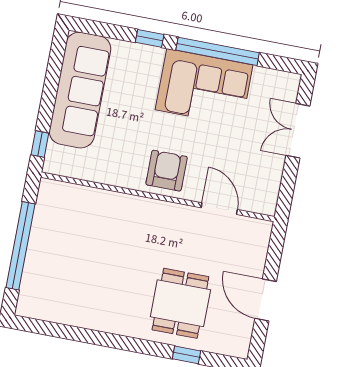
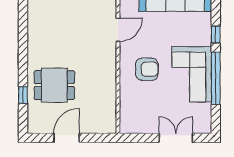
armchair: (167, 171) -> (147, 69), moved
door: (219, 209) -> (118, 30), moved

